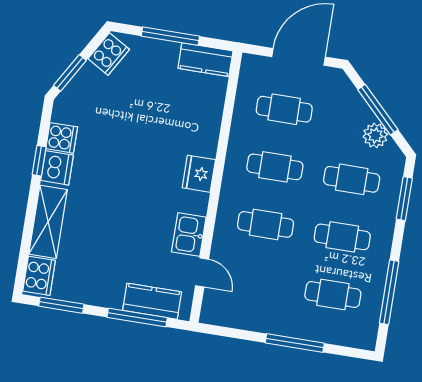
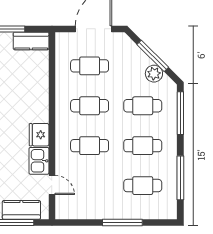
fridge: (199, 174) -> (39, 135), moved
window: (404, 199) -> (180, 113), width x1.44

